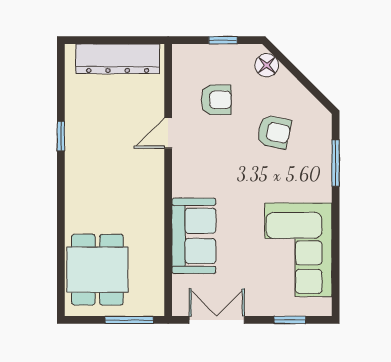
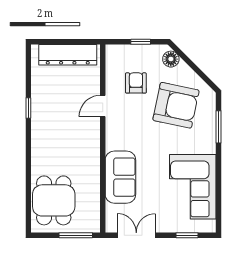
armchair: (216, 100) -> (136, 83), turned -90
armchair: (274, 132) -> (176, 105), width x1.88, depth x1.88

